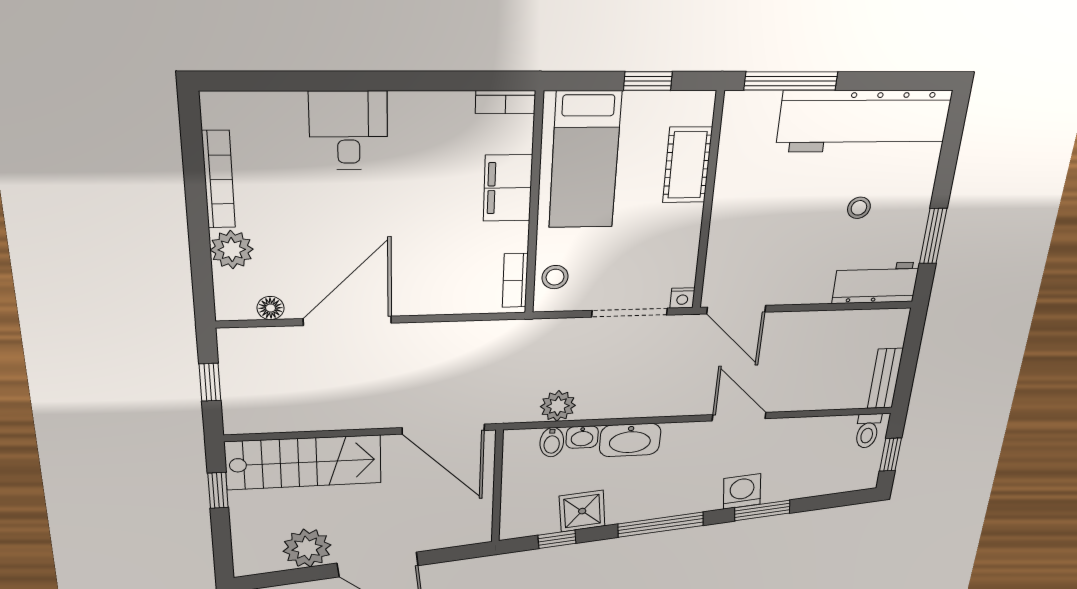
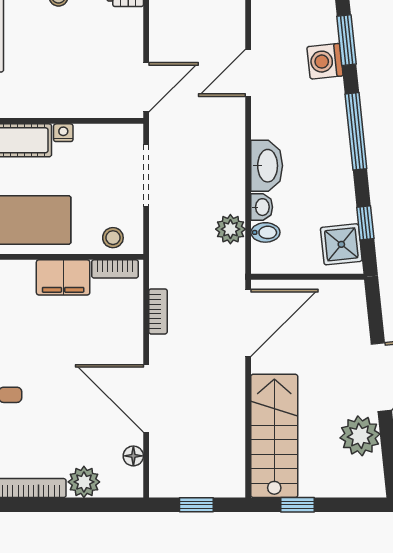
filing cabinet: (508, 188) -> (63, 277), moved
nightstand: (682, 298) -> (63, 133), moved, turned -90
bookcase: (459, 331) -> (158, 311), added
shower: (582, 511) -> (341, 244), moved

